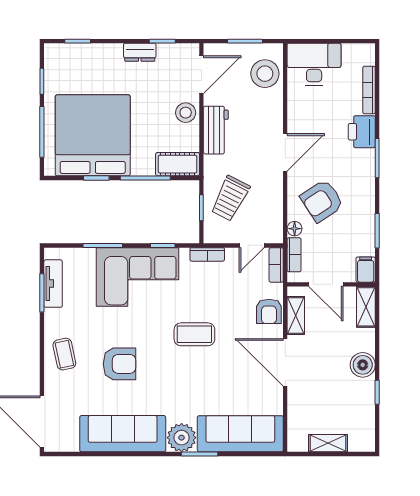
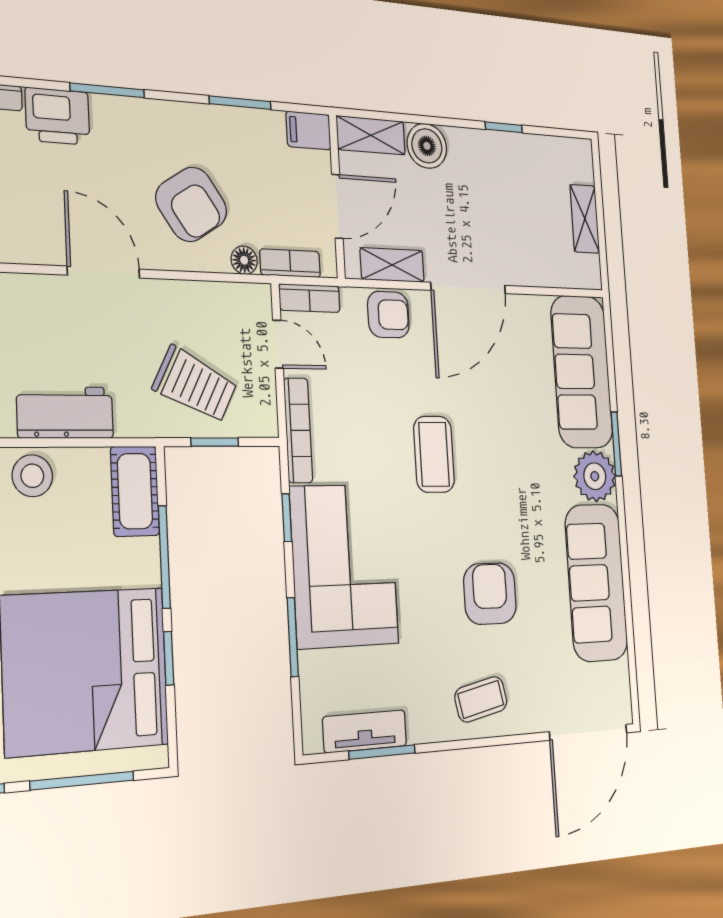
bookcase: (207, 254) -> (298, 430), width x1.56
boiler: (363, 365) -> (427, 146), moved

